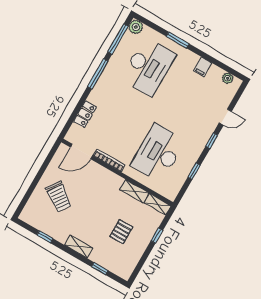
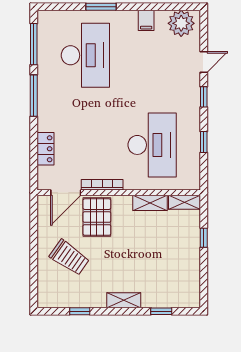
plant: (136, 27) -> (46, 19), removed
plant: (228, 78) -> (181, 23), width x1.88, depth x1.88
desk: (158, 153) -> (152, 145), turned 180
pallet: (121, 232) -> (97, 217), moved, width x1.50, depth x1.42

